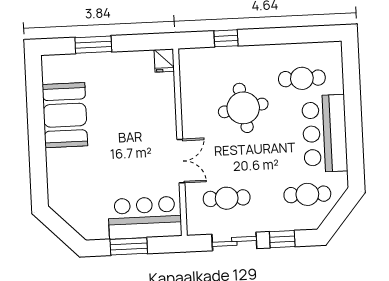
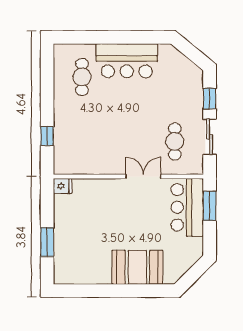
round table: (243, 108) -> (103, 125), removed
booth: (65, 115) -> (137, 267), moved
cafe table: (307, 194) -> (175, 77), removed
window: (129, 246) -> (210, 206), moved

